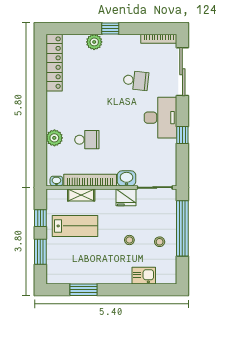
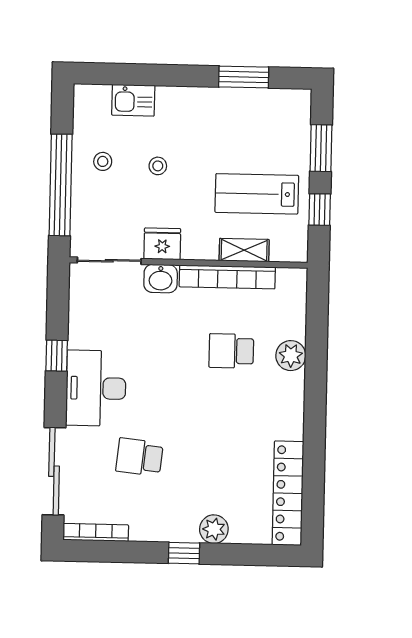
washbasin: (56, 181) -> (289, 277), removed

